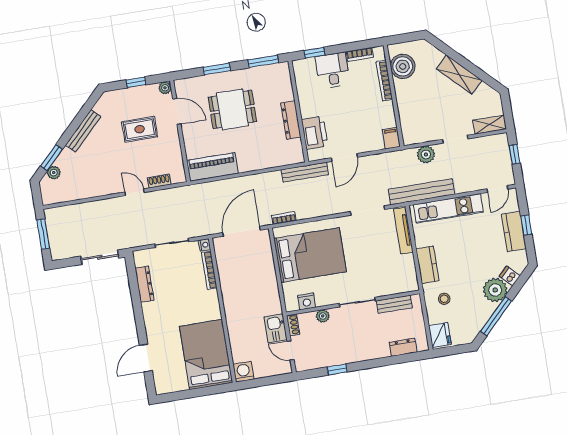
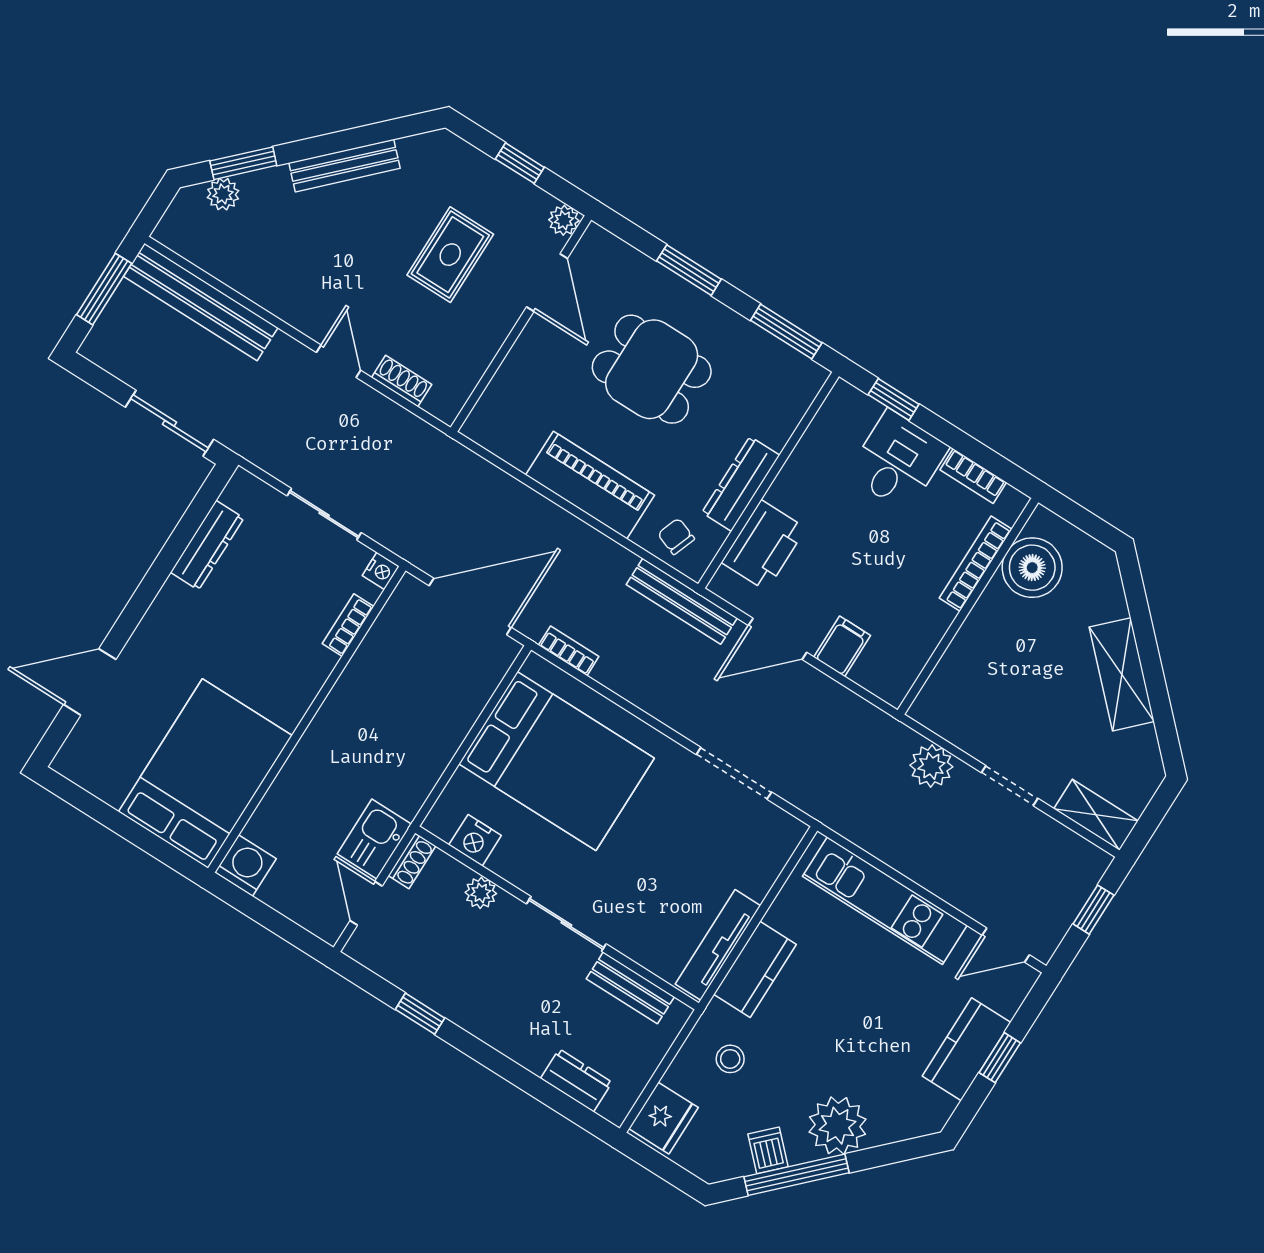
rug: (140, 129) -> (450, 255), turned 90
filing cabinet: (391, 138) -> (842, 646), moved
chair: (285, 154) -> (676, 536), added
piano: (212, 167) -> (590, 485), moved
bench: (421, 192) -> (201, 302), moved
tv unit: (403, 231) -> (718, 945), moved
bookcase: (209, 270) -> (348, 625), width x0.64
dishwasher: (510, 276) -> (768, 1150), moved

